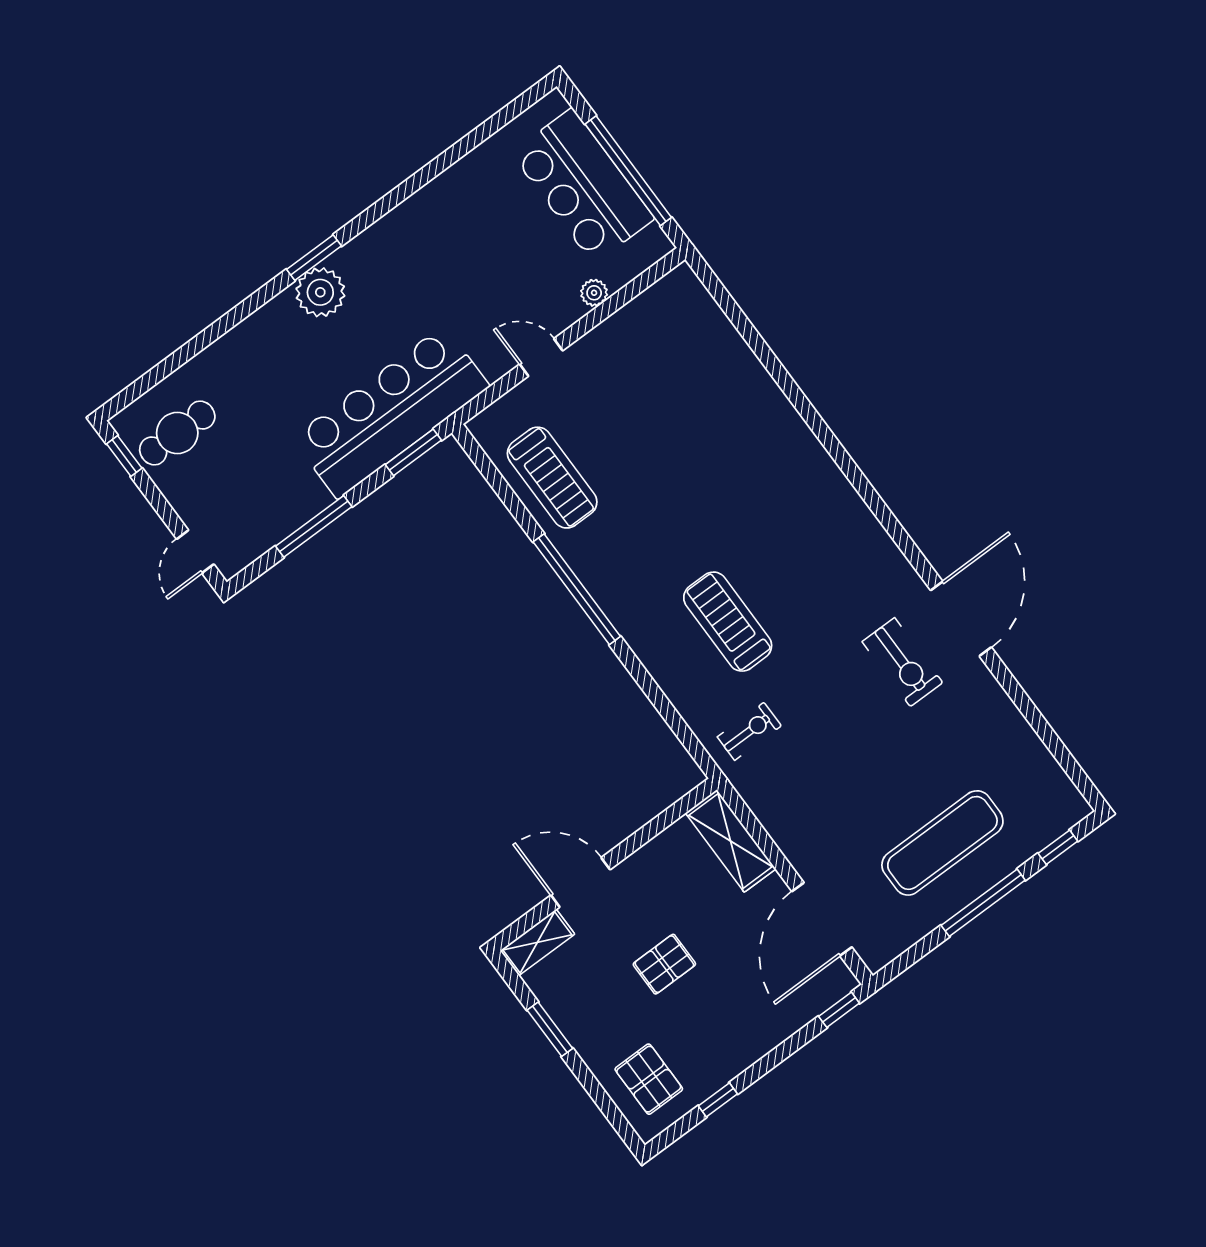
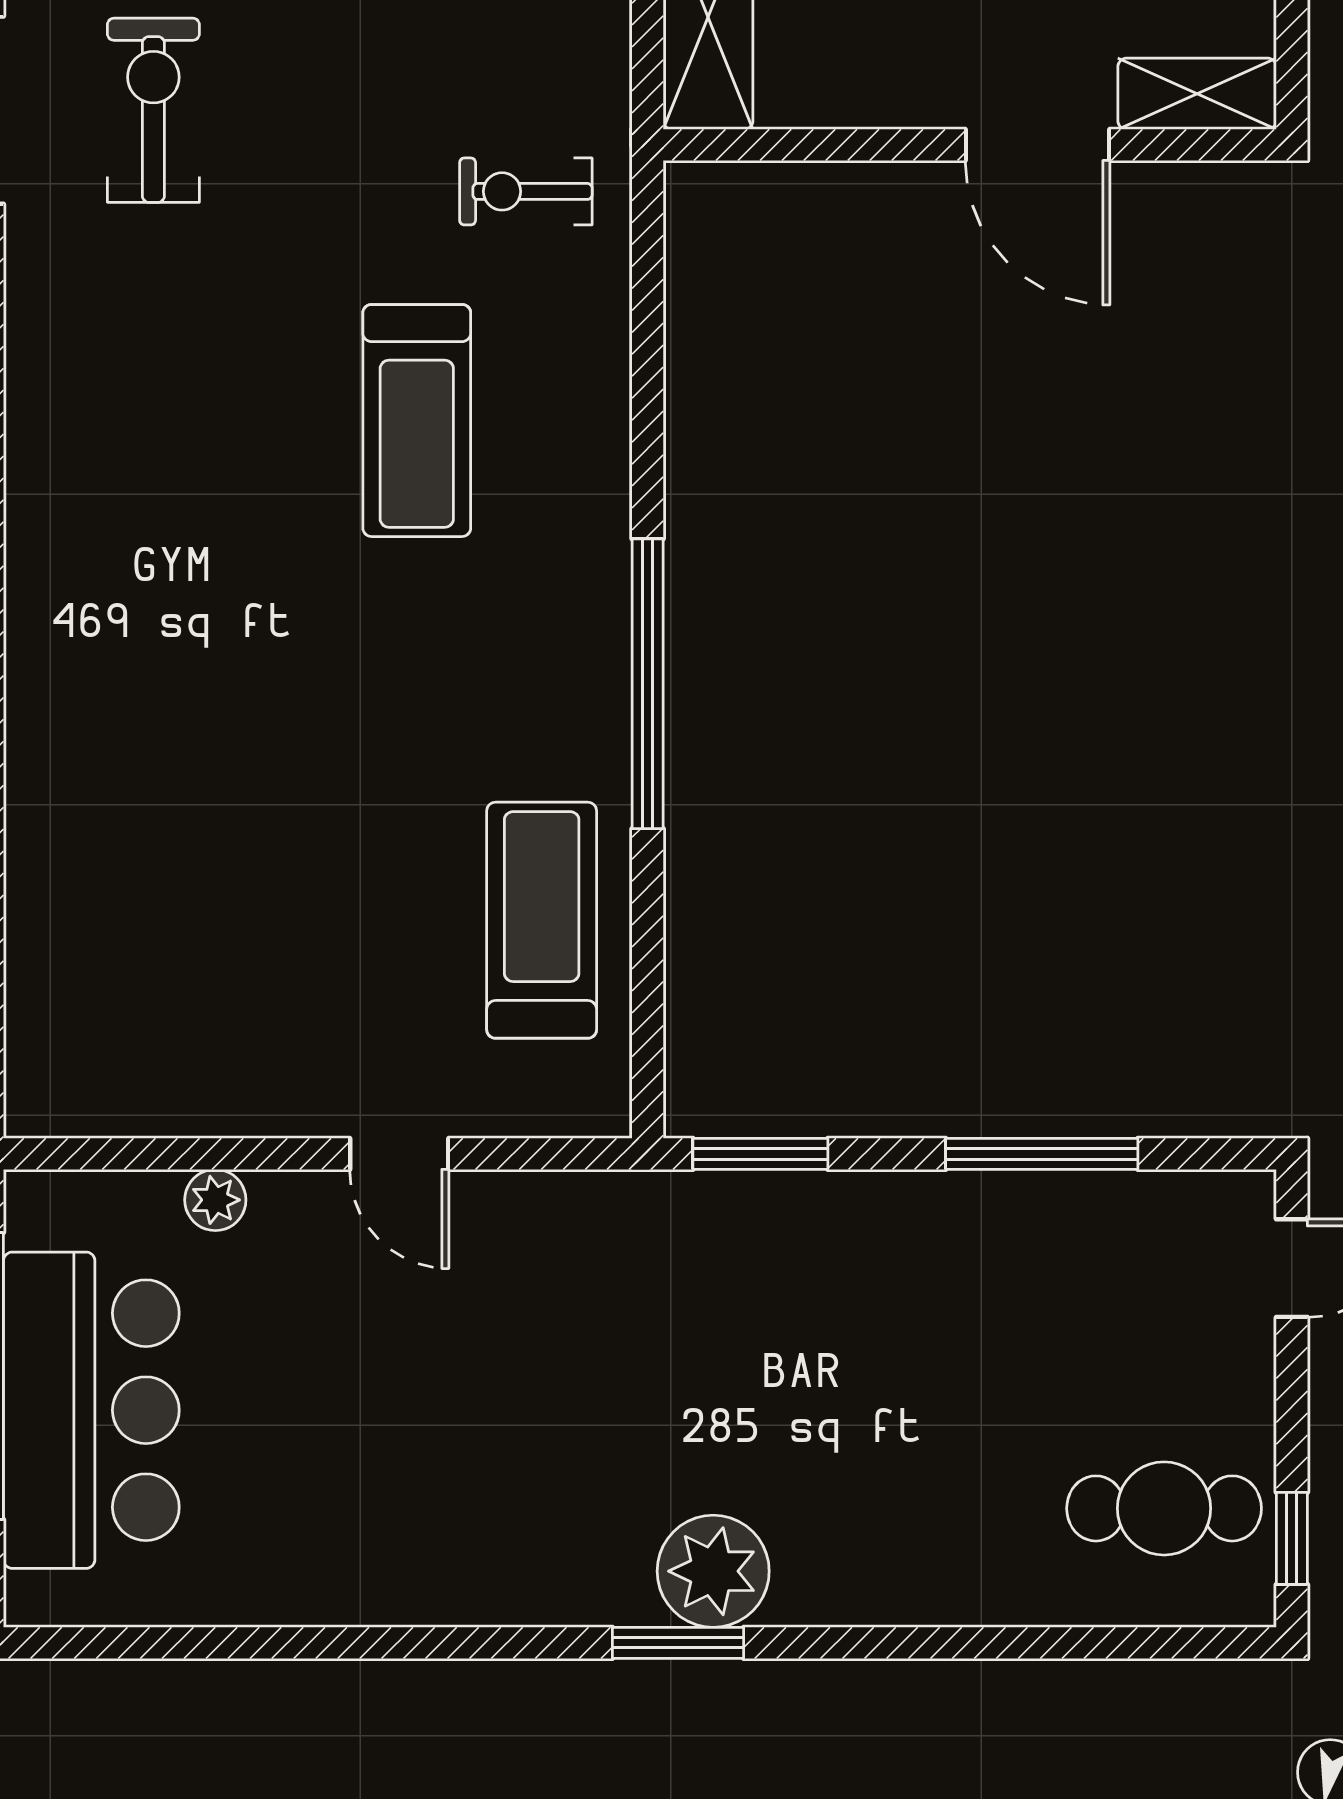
bar counter: (391, 412) -> (747, 1258), removed

